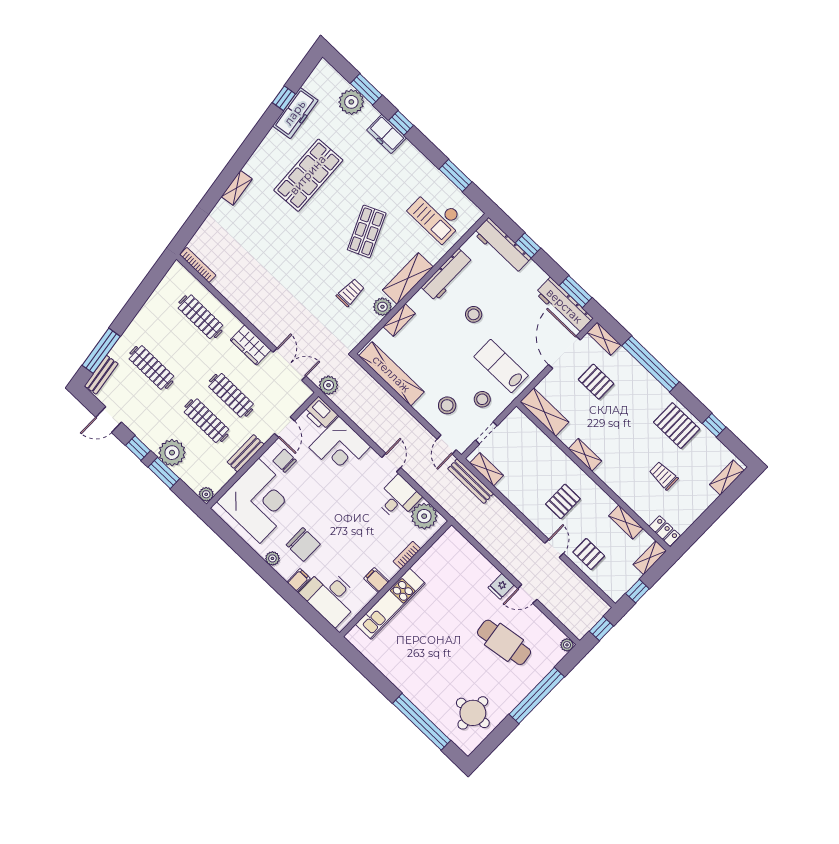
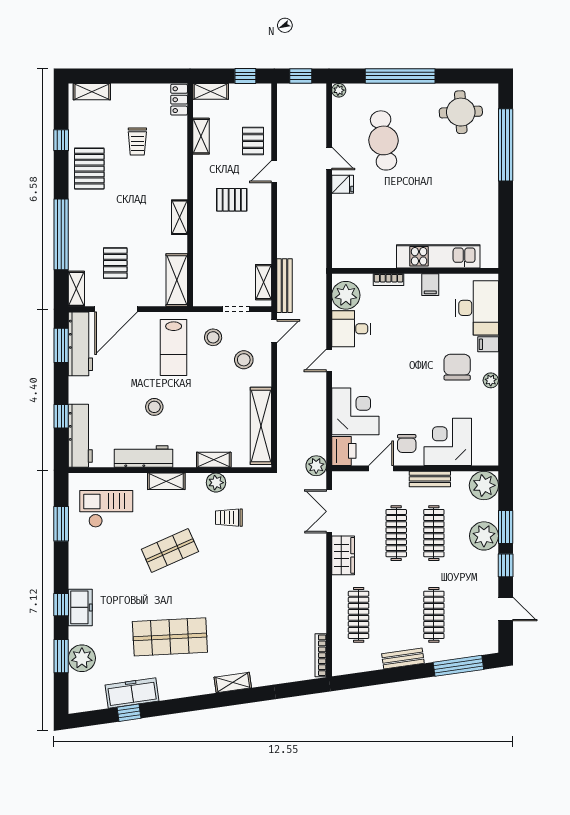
checkout: (436, 216) -> (106, 509), turned -90
shelving: (408, 278) -> (166, 481), width x0.67, depth x0.75
bench: (101, 375) -> (403, 658), moved
plant: (206, 494) -> (484, 485), width x1.87, depth x1.87
corner desk: (259, 501) -> (448, 442), width x0.74, depth x0.74

